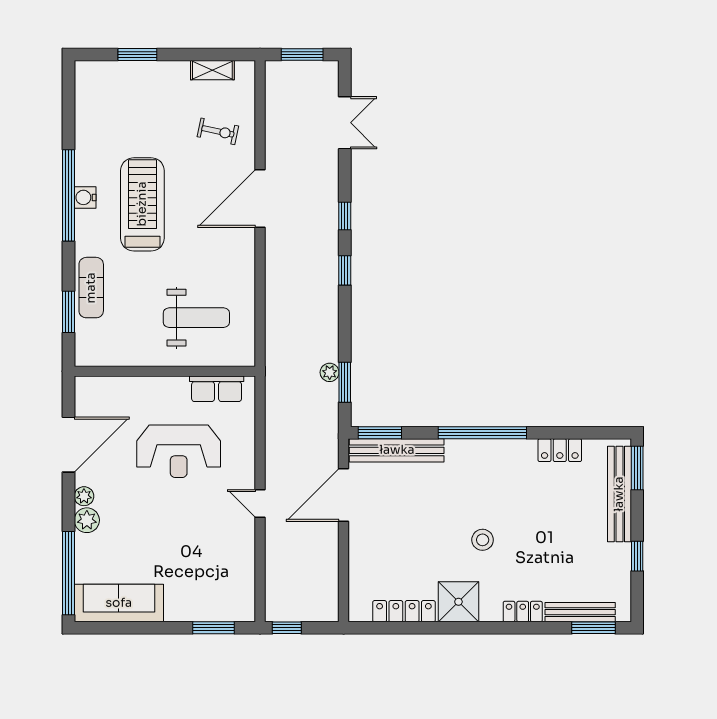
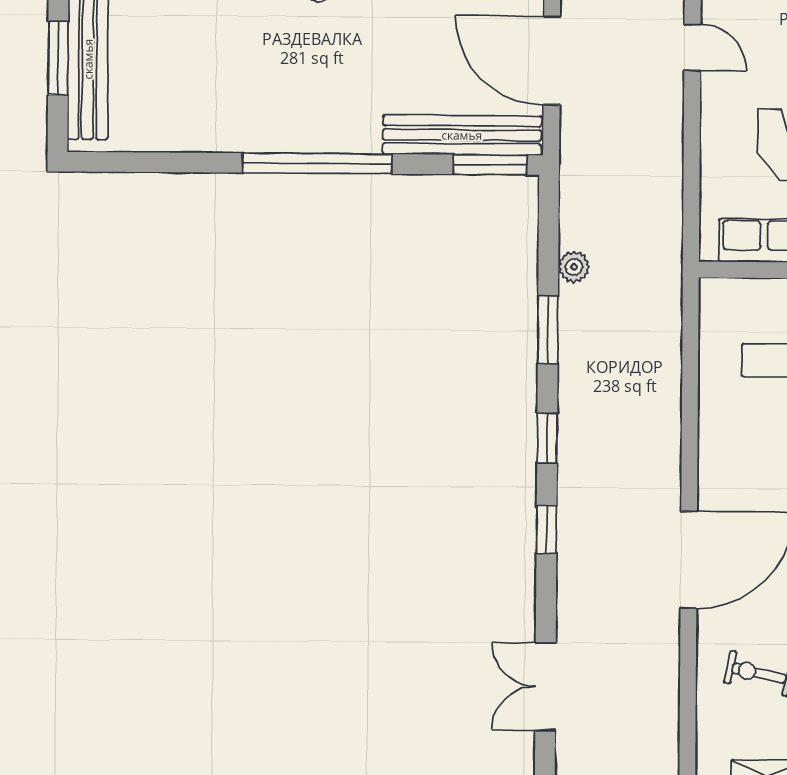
window: (345, 382) -> (548, 330), moved
locker: (560, 450) -> (188, 133), removed
window: (637, 468) -> (58, 58), moved
door: (344, 495) -> (552, 60), swing flipped

